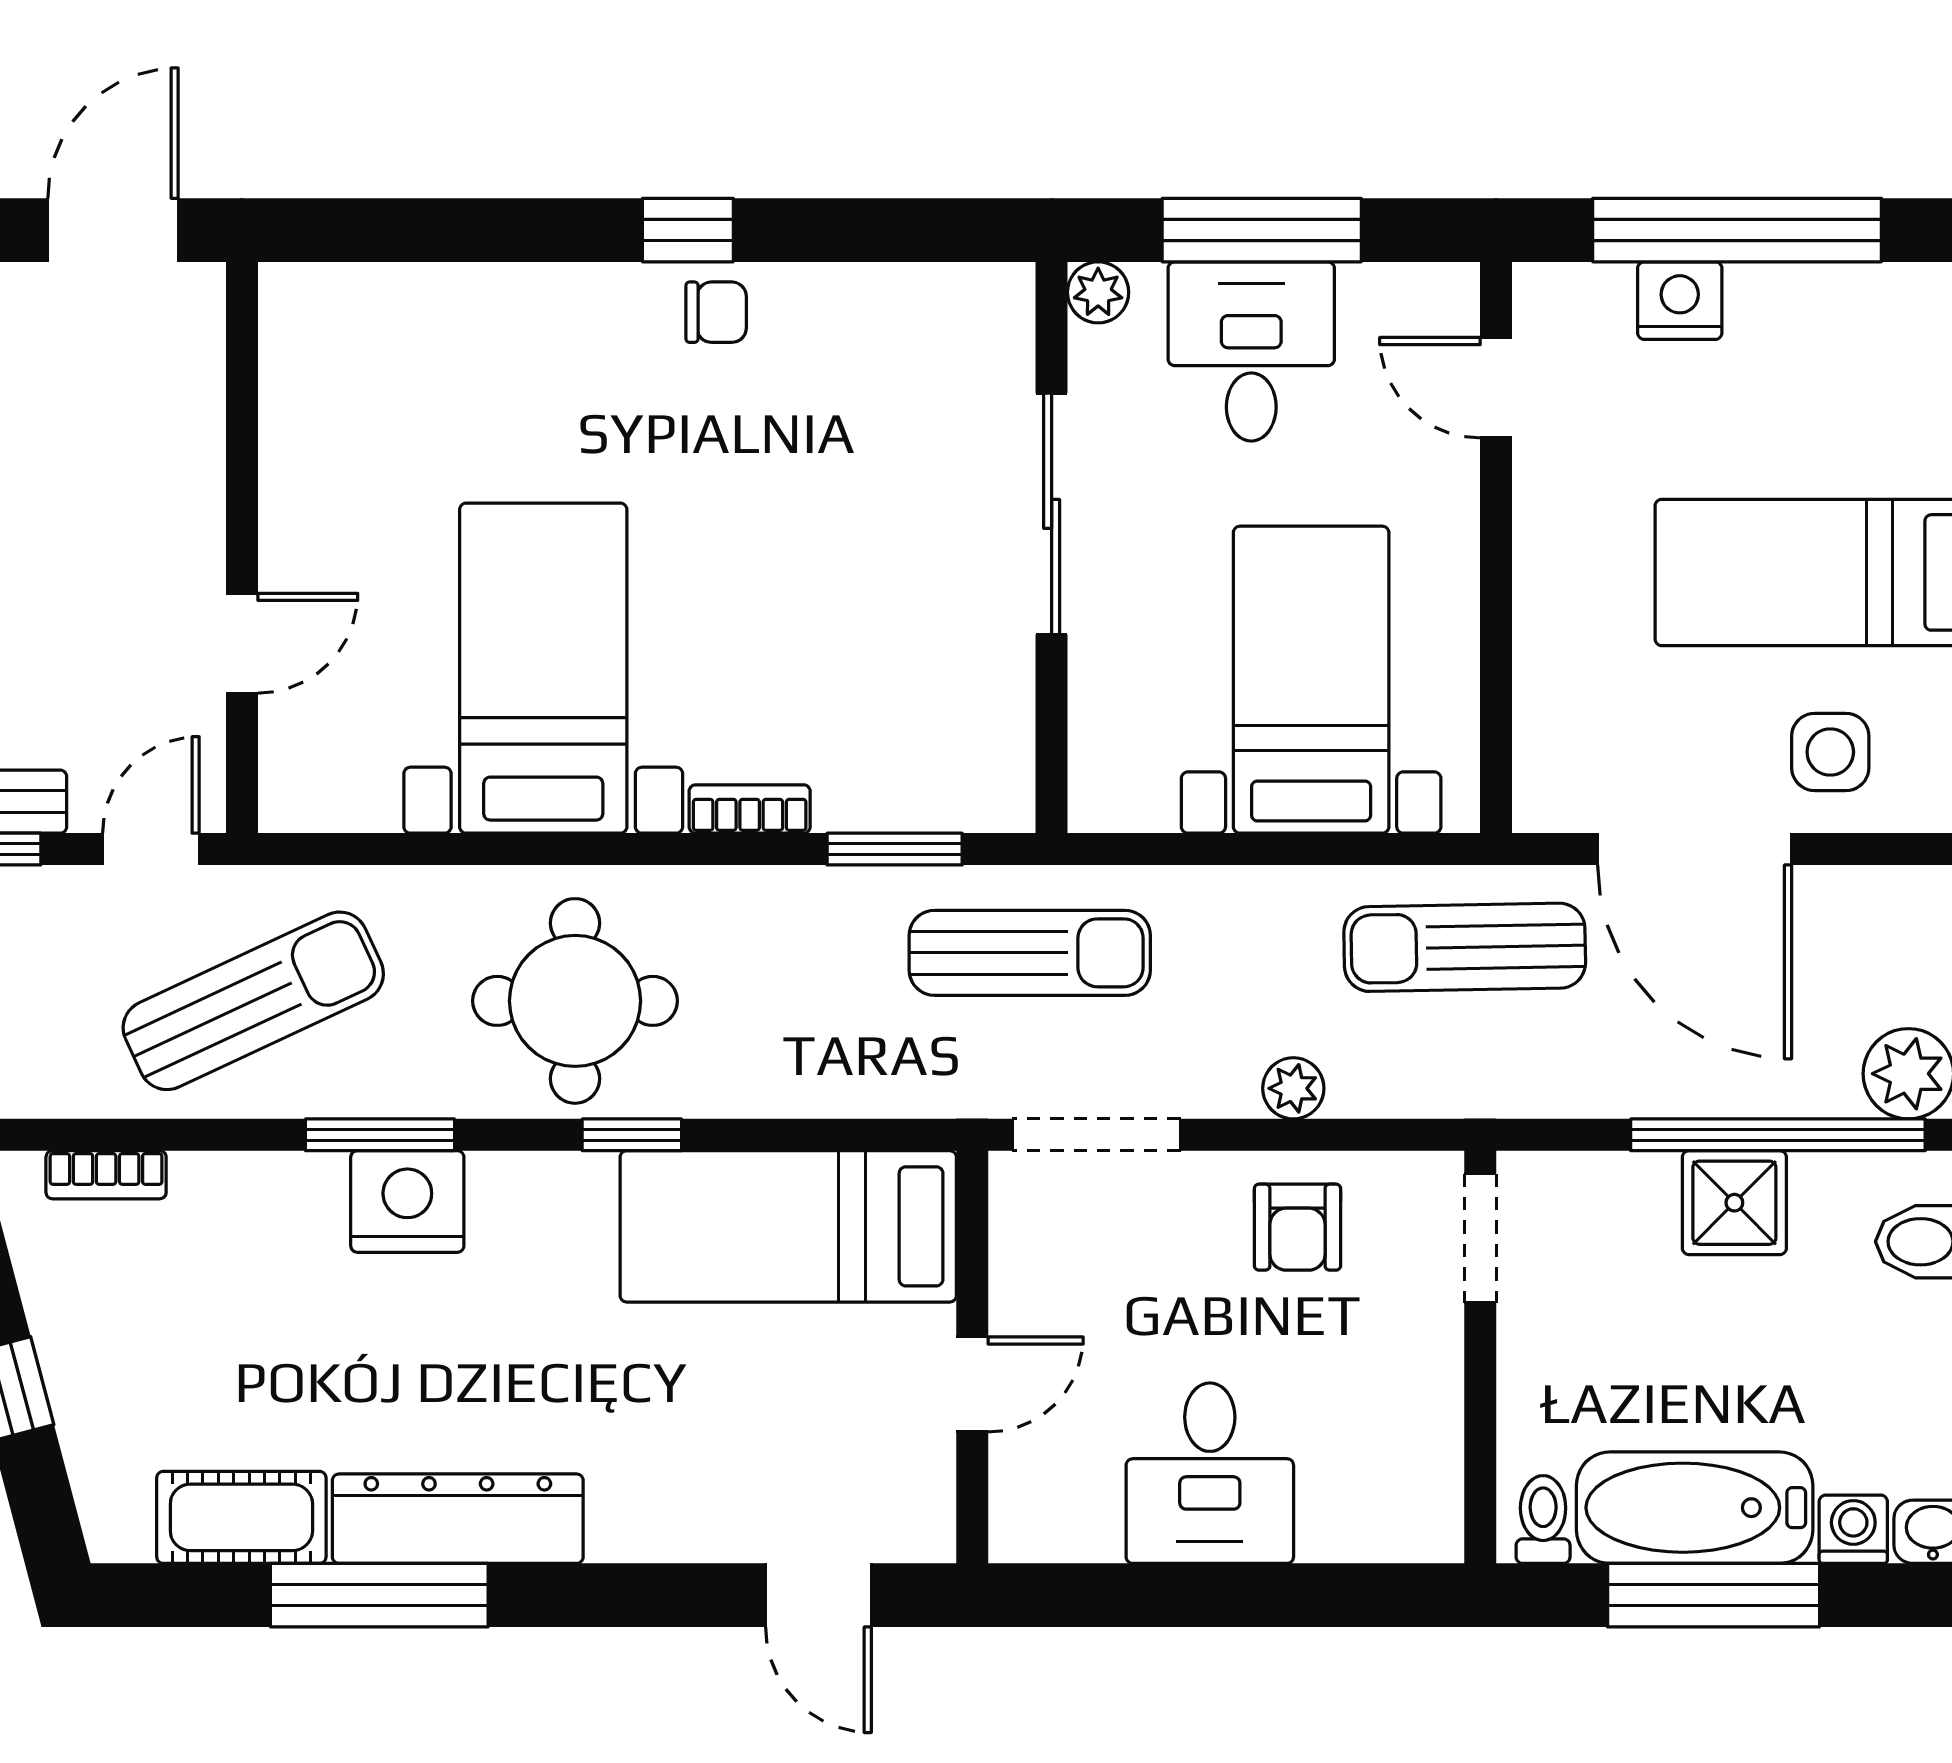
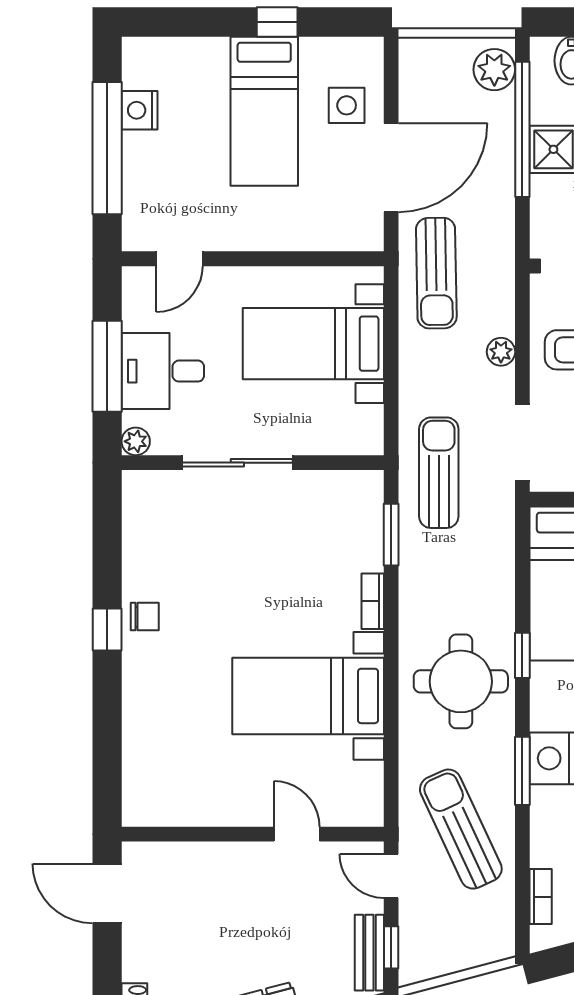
nightstand: (1680, 301) -> (139, 110), moved
chair: (716, 312) -> (145, 617), turned 90

